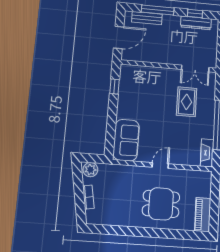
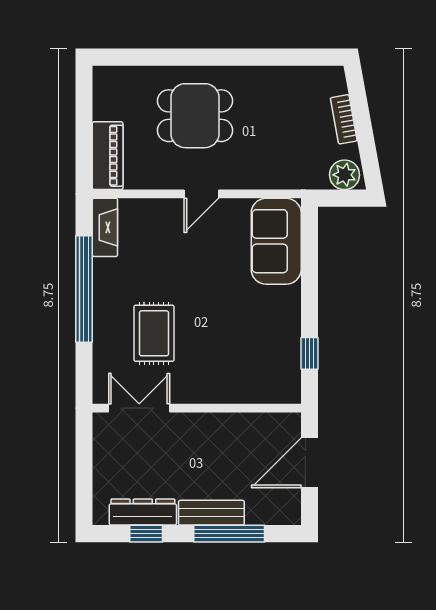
bench: (147, 18) -> (211, 513), moved
piano: (203, 215) -> (108, 156), moved

